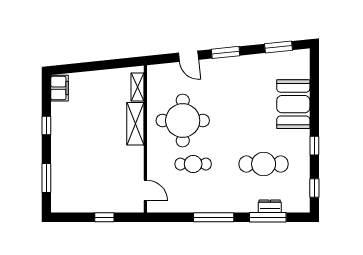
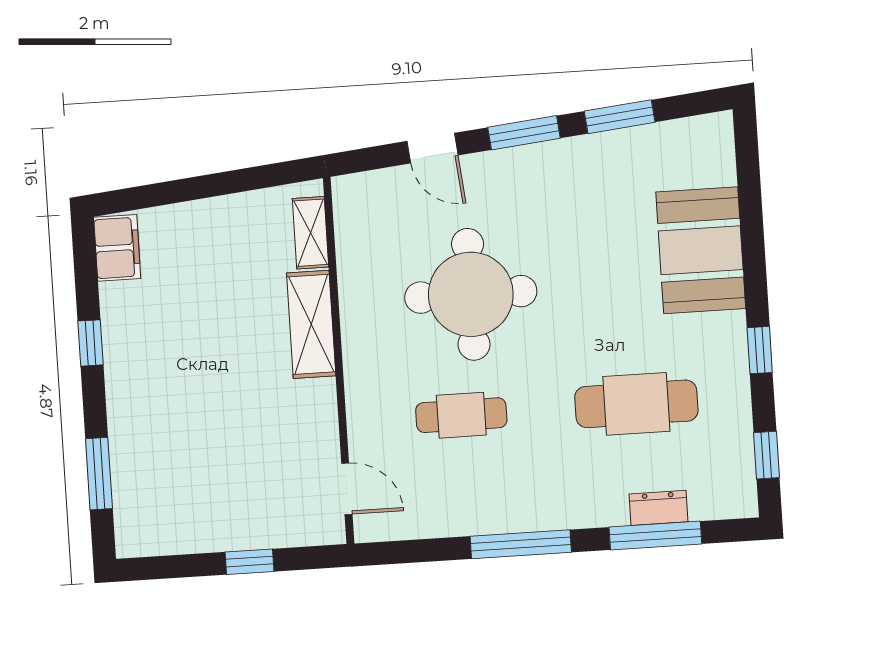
window: (279, 47) -> (620, 117), moved
round table: (183, 121) -> (471, 294), moved

